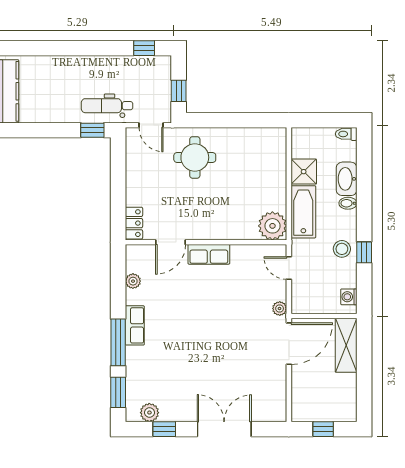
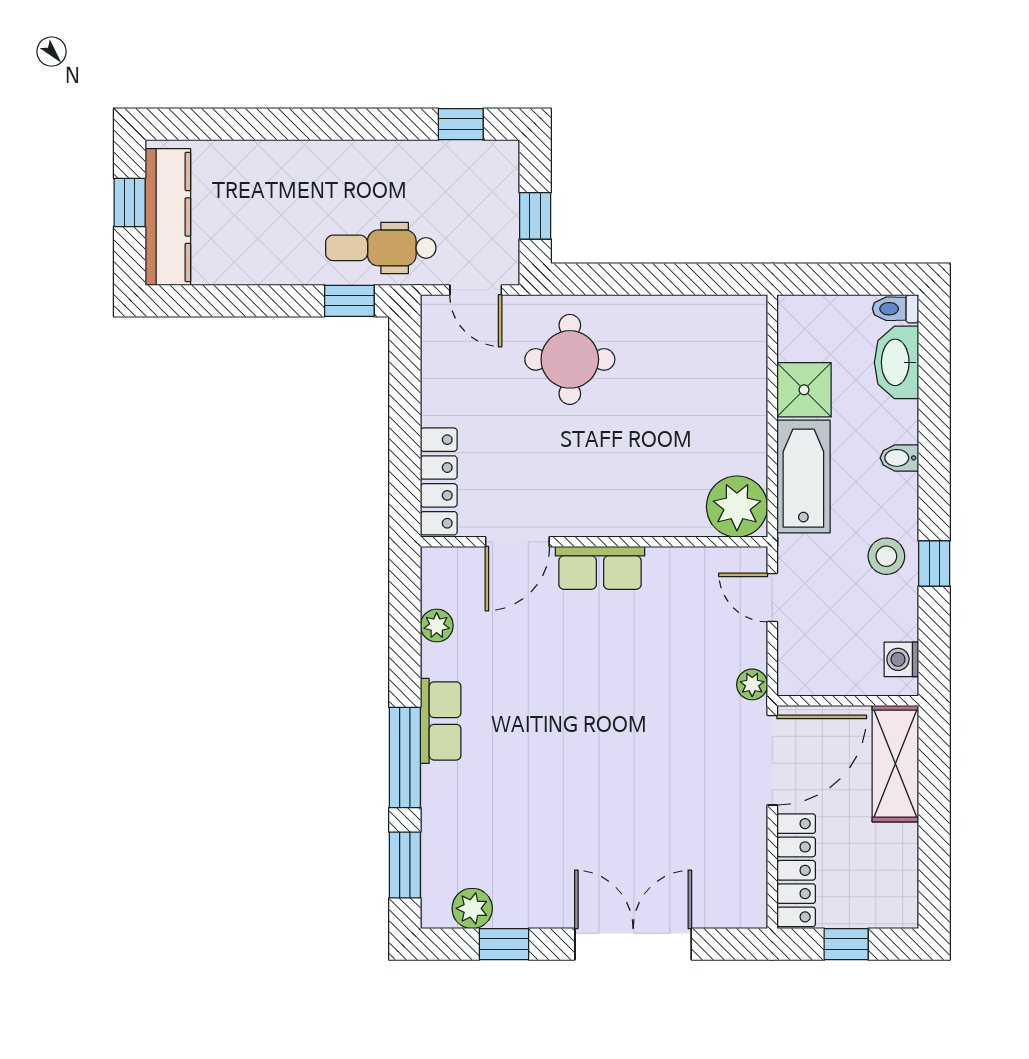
washbasin: (347, 179) -> (897, 362), moved
locker: (134, 223) -> (439, 481), width x1.53
locker: (300, 395) -> (796, 870), added

